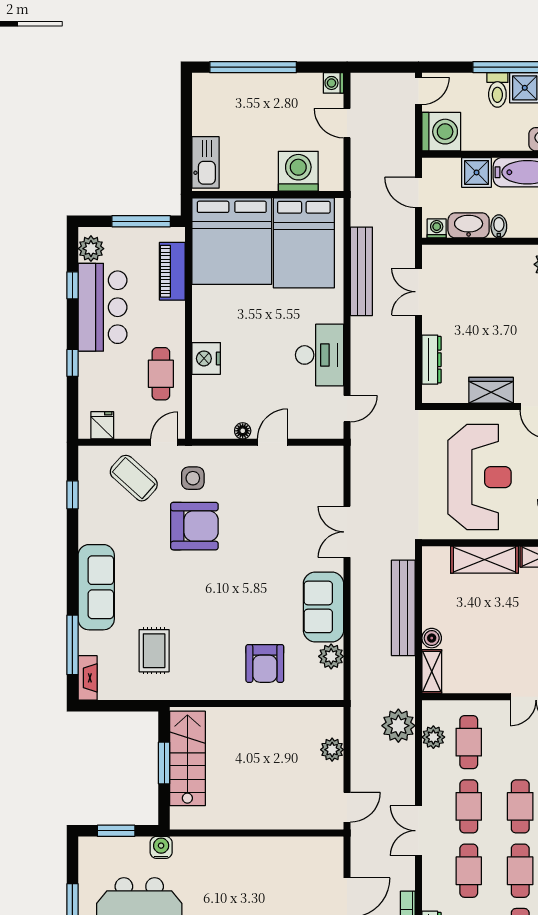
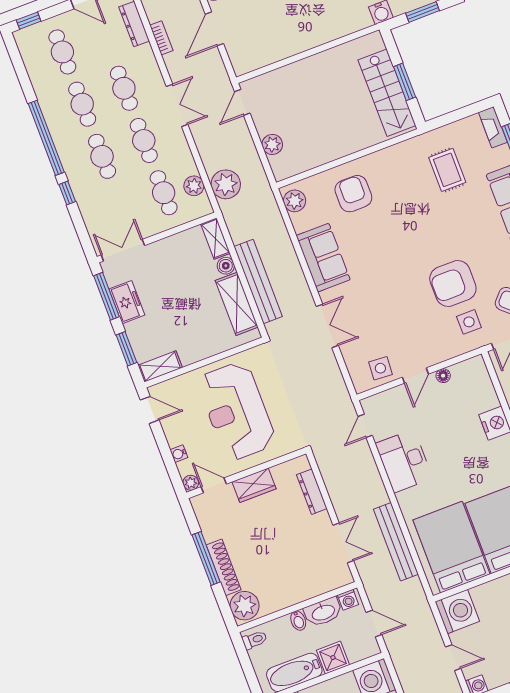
washing machine: (298, 171) -> (457, 611), moved, turned -90
side table: (307, 464) -> (380, 368), added
shelving: (484, 560) -> (237, 304), moved, turned 90
plant: (331, 656) -> (295, 201), moved

